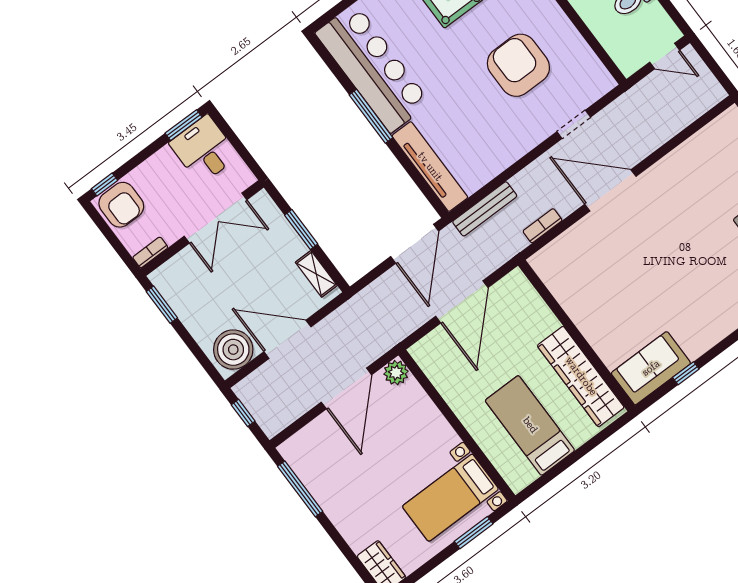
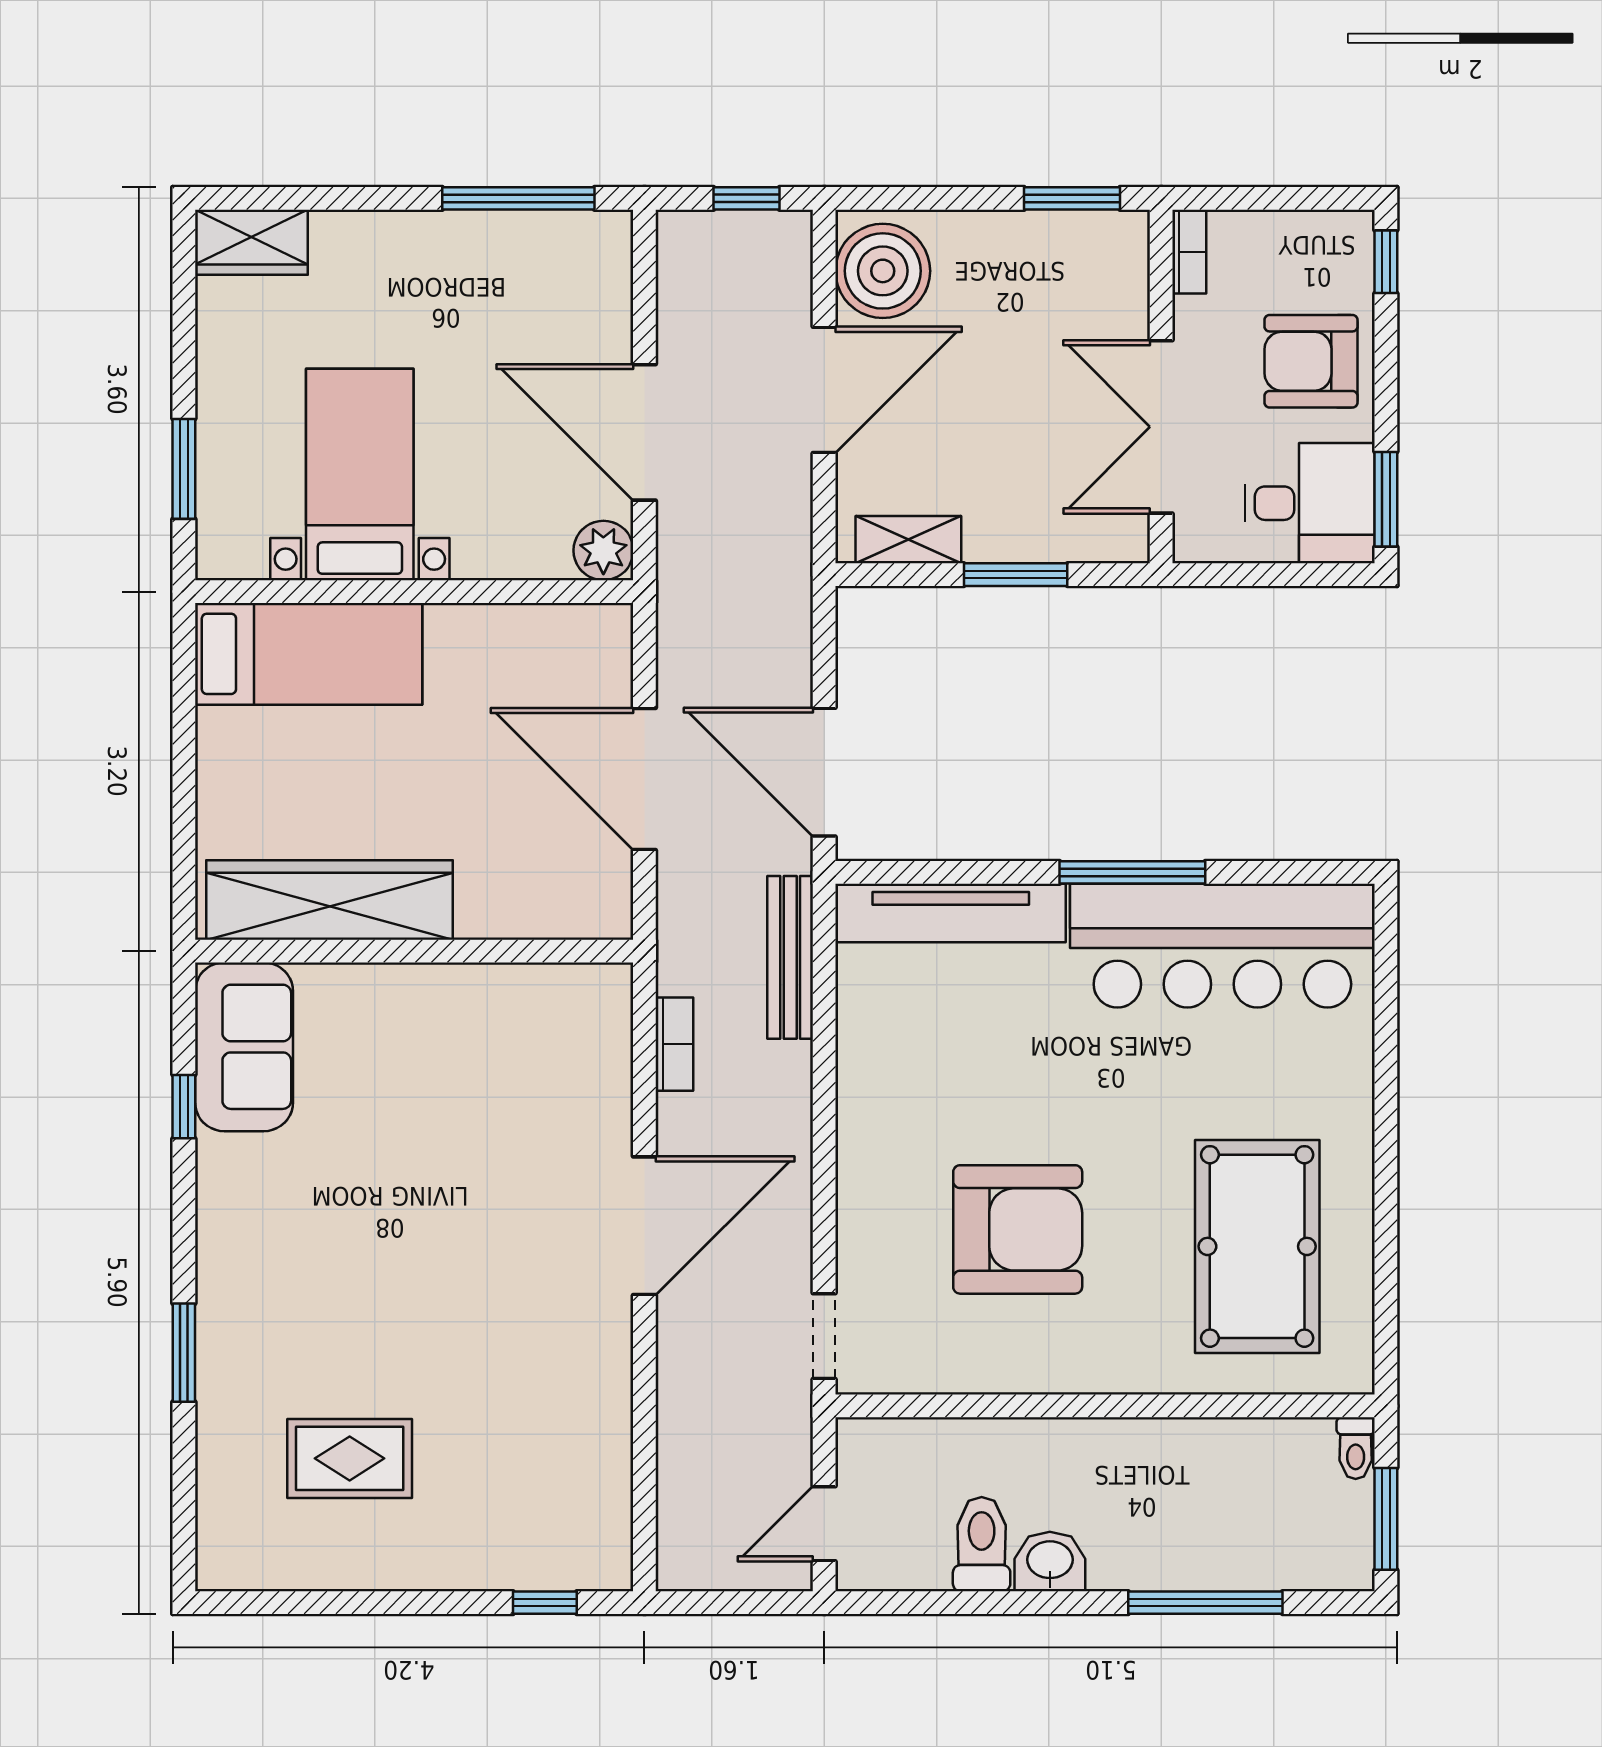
doorway: (574, 124) -> (824, 1336), moved
armchair: (121, 205) -> (1311, 361), moved
bed: (530, 425) -> (309, 654), moved
bed with nightstands: (450, 498) -> (360, 475), moved

